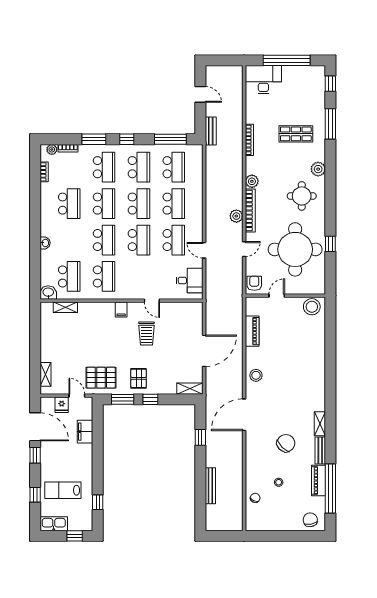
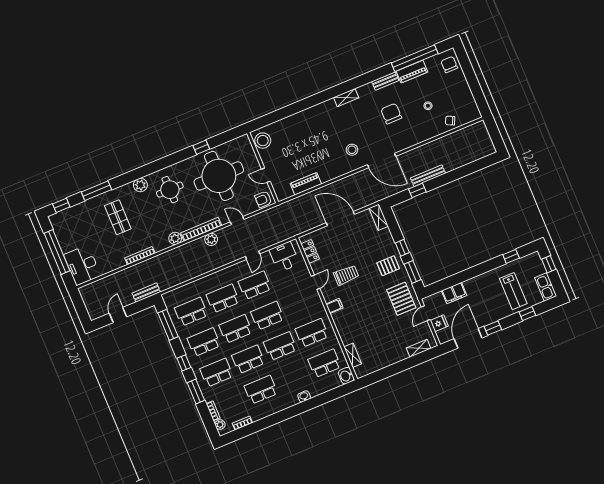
locker: (184, 308) -> (310, 251), added
stool: (256, 375) -> (352, 150), moved
shelving: (320, 424) -> (346, 98), moved
chair: (286, 443) -> (391, 114), turned 45
bench: (210, 486) -> (428, 176), moved
chair: (310, 520) -> (449, 65), turned 100

